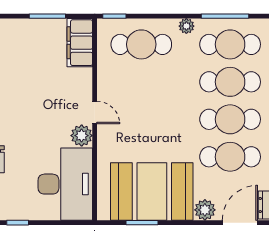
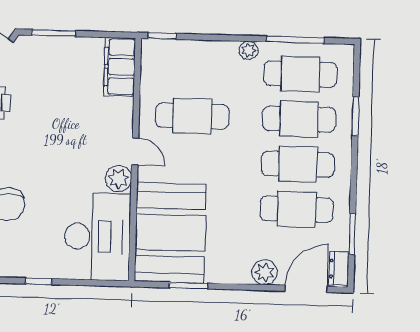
window: (47, 16) -> (54, 33), moved
cafe table: (141, 44) -> (192, 116), moved
booth: (152, 191) -> (170, 233), moved, turned 90

